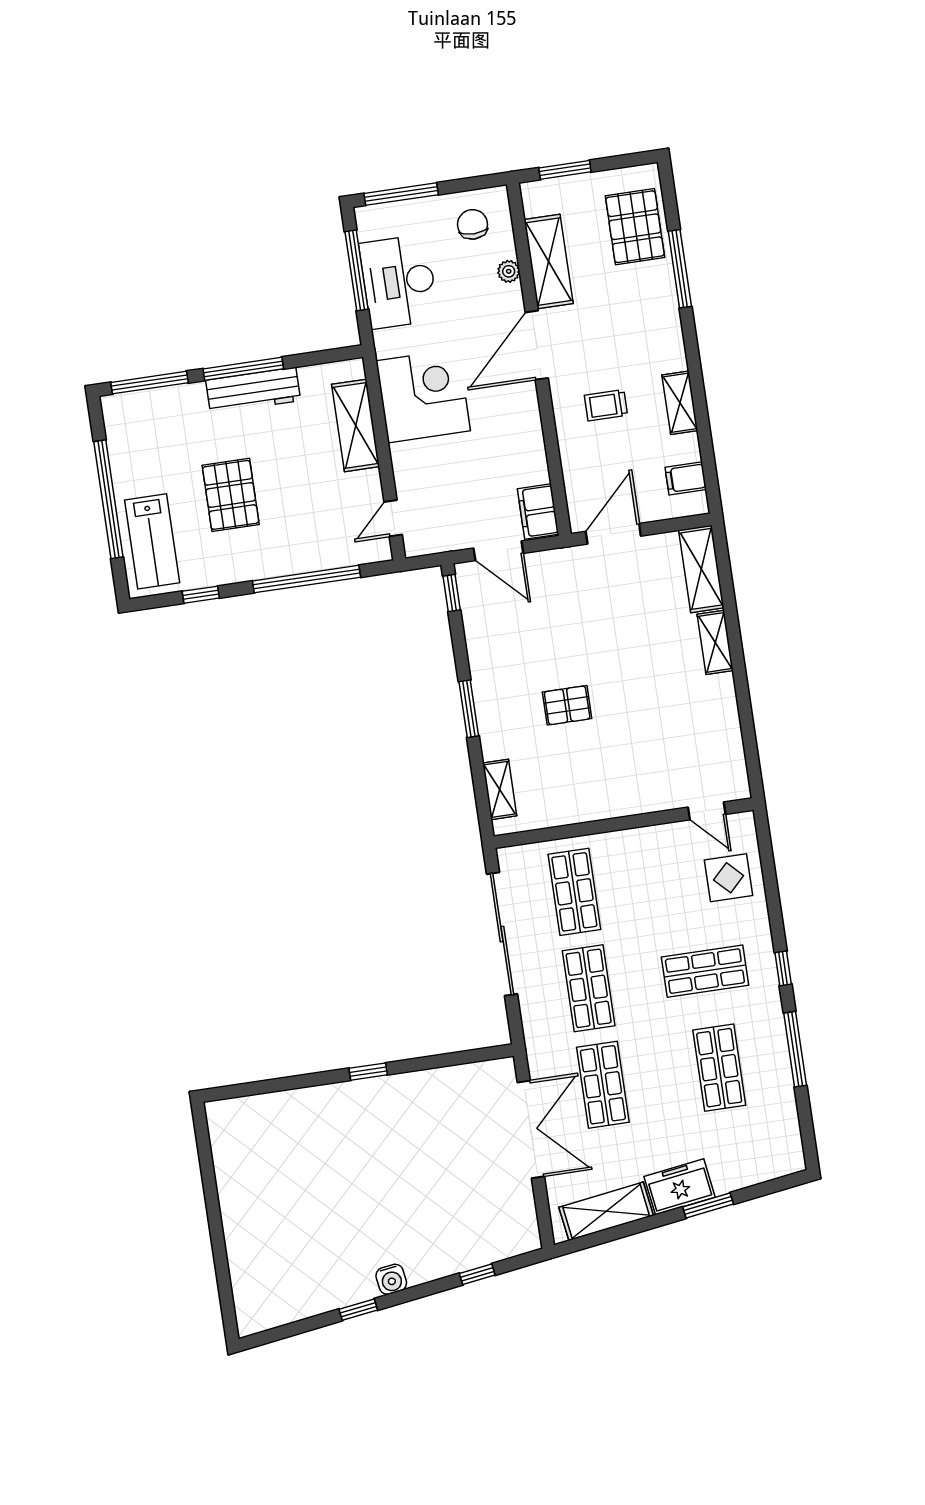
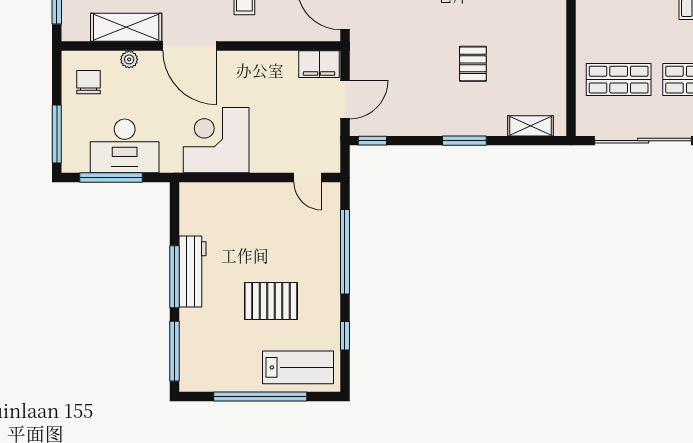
chair: (473, 224) -> (89, 82), turned 90
shelving: (356, 425) -> (231, 196), removed

